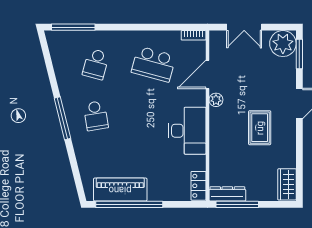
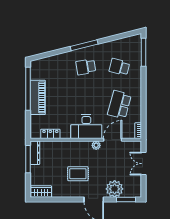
plant: (283, 44) -> (115, 189), moved
door: (207, 74) -> (113, 140), hinge flipped
desk: (187, 131) -> (86, 127), moved
locker: (198, 186) -> (50, 134), moved
piano: (120, 190) -> (38, 97), moved

